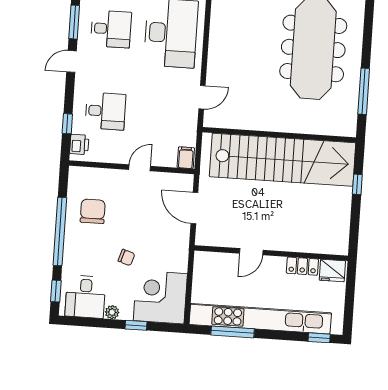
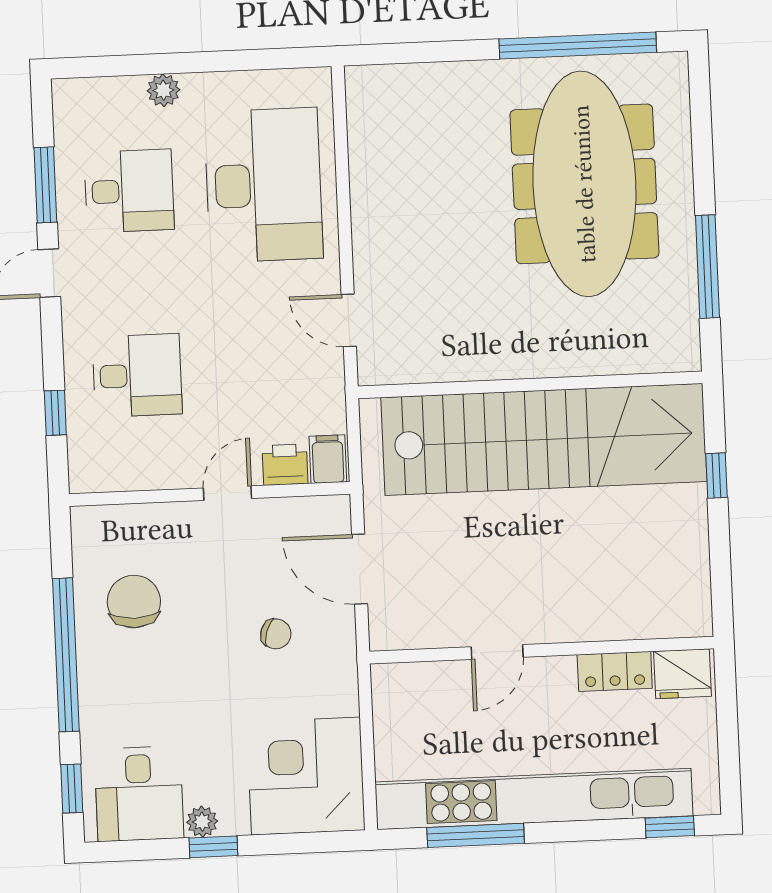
door: (202, 97) -> (349, 320), swing flipped
printer: (79, 144) -> (285, 465), moved, turned -90
chair: (127, 257) -> (276, 634), moved
window: (136, 325) -> (213, 847), moved

